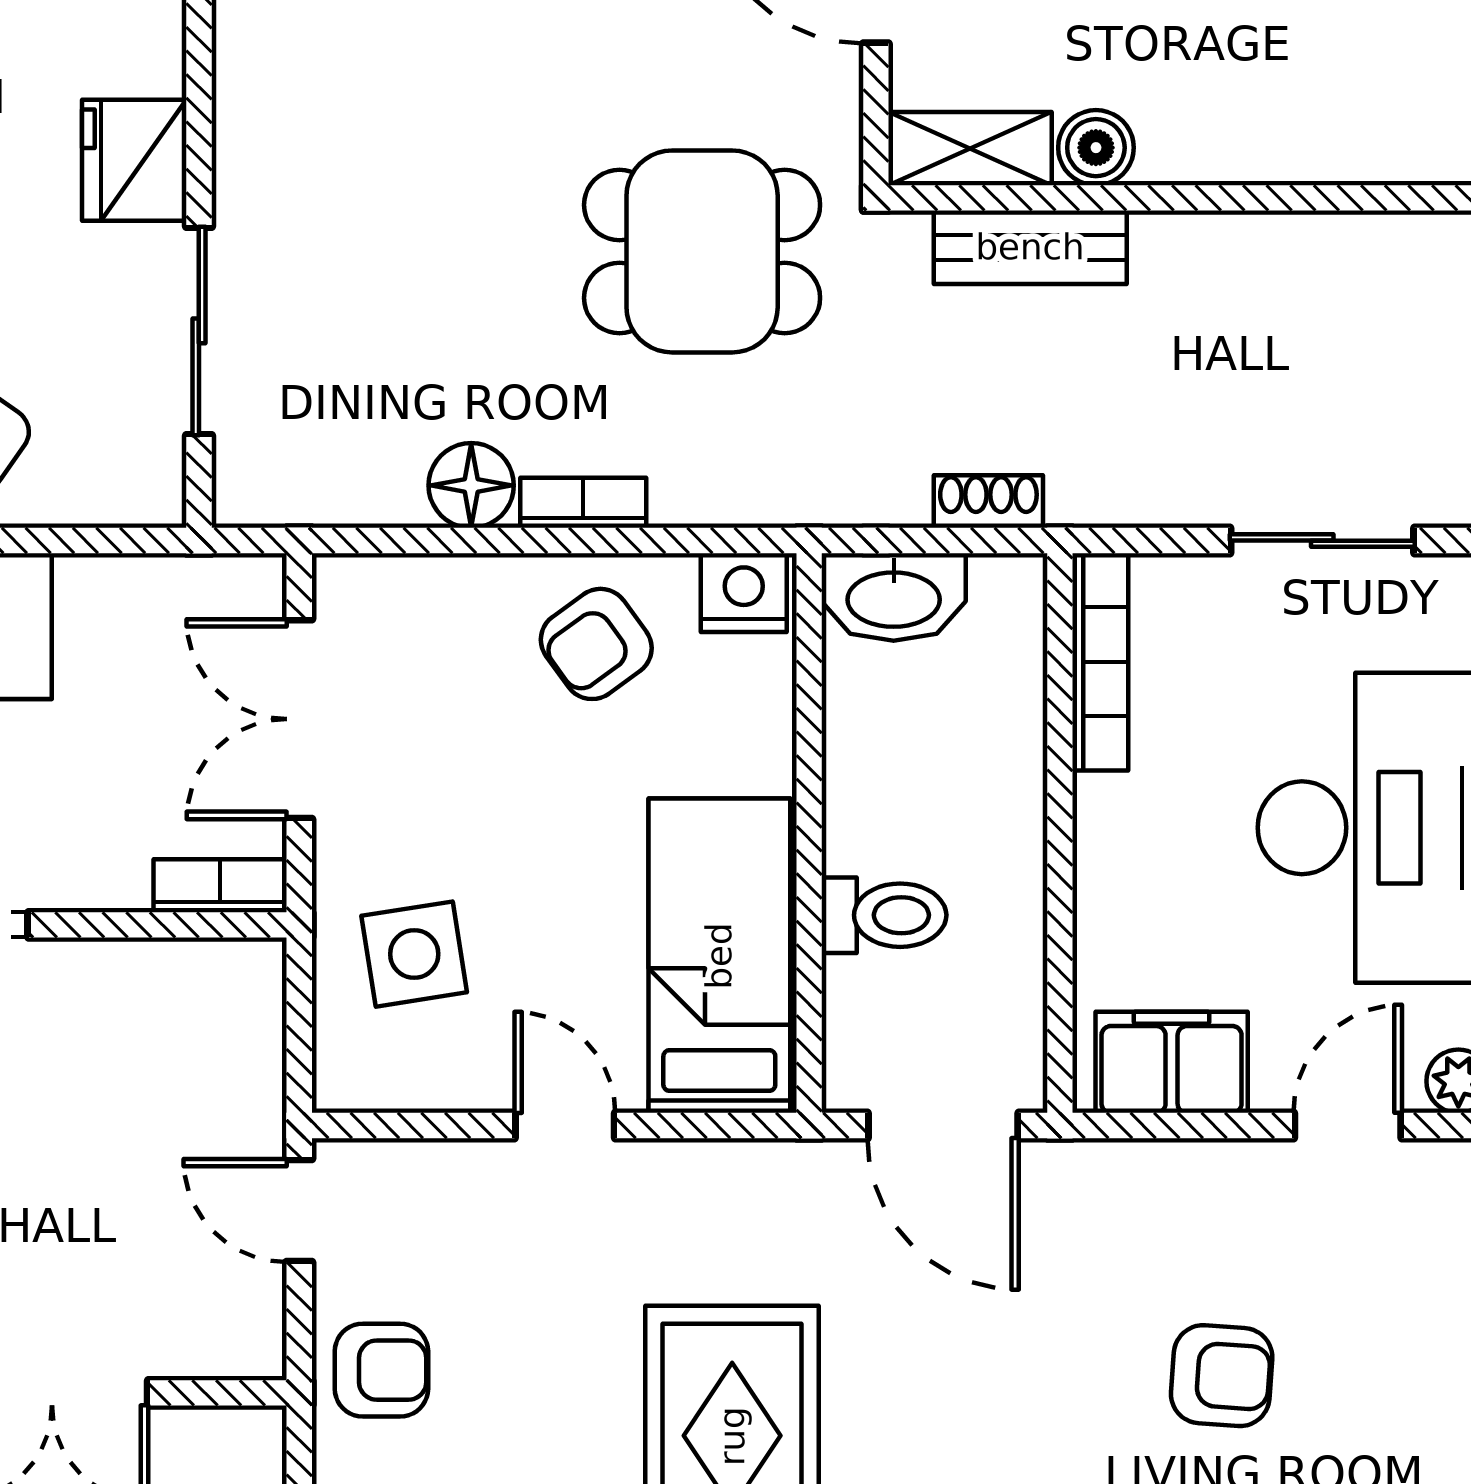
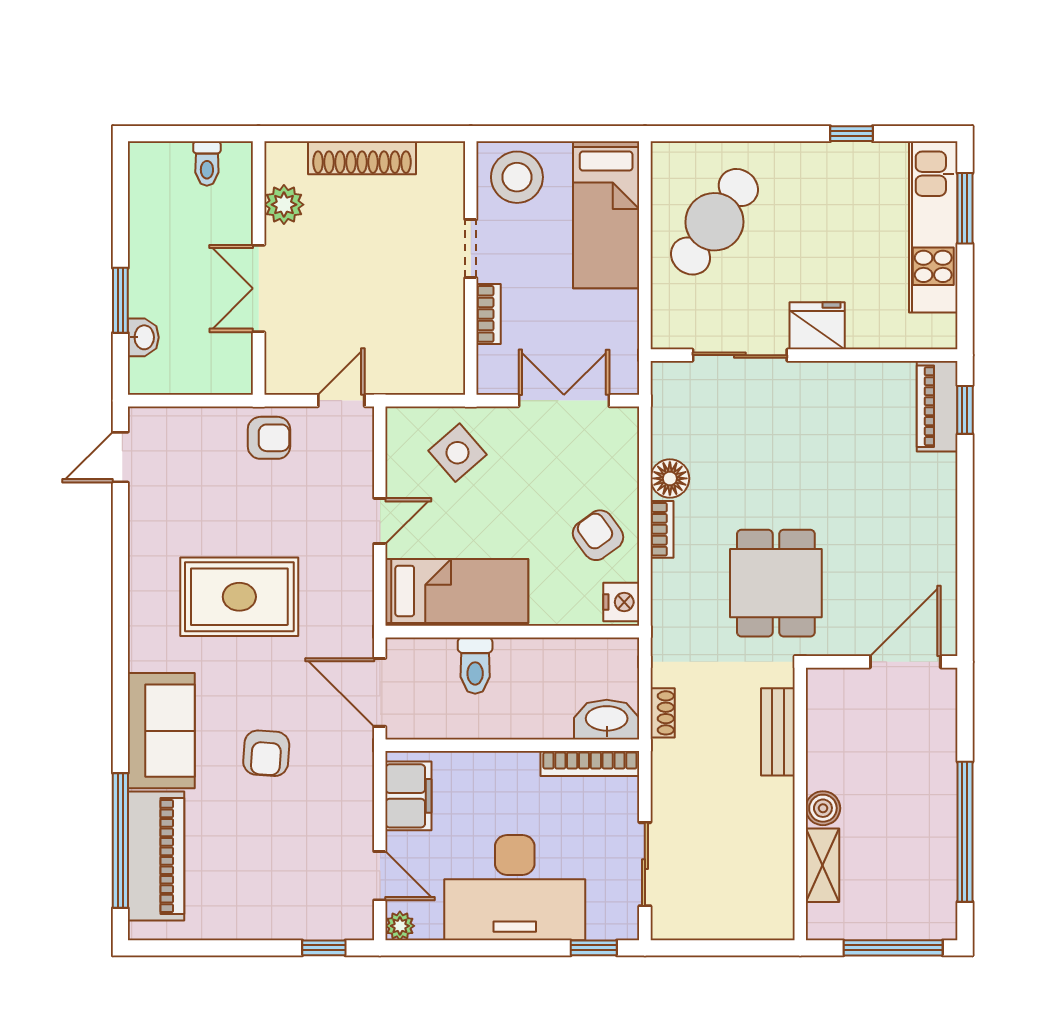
boiler: (1096, 148) -> (823, 808), moved
shelving: (970, 149) -> (823, 865), moved
washbasin: (894, 597) -> (607, 720), moved, turned 90
bookcase: (220, 886) -> (488, 314), moved
side table: (414, 954) -> (458, 453), turned -32
door: (943, 1126) -> (380, 692), hinge flipped
armchair: (381, 1370) -> (269, 438), turned -90
armchair: (1222, 1376) -> (266, 753), moved

